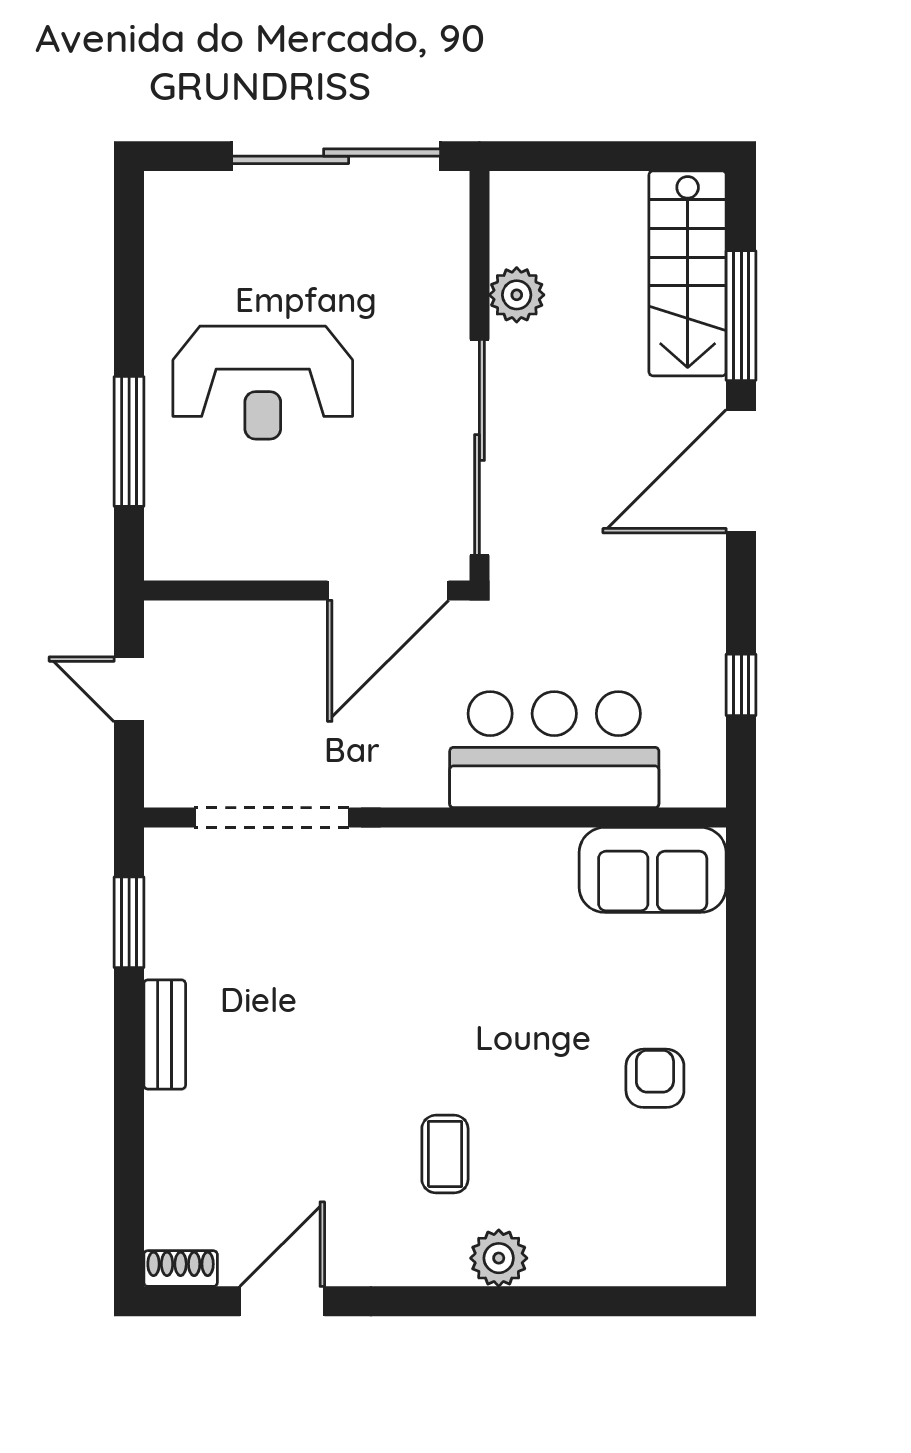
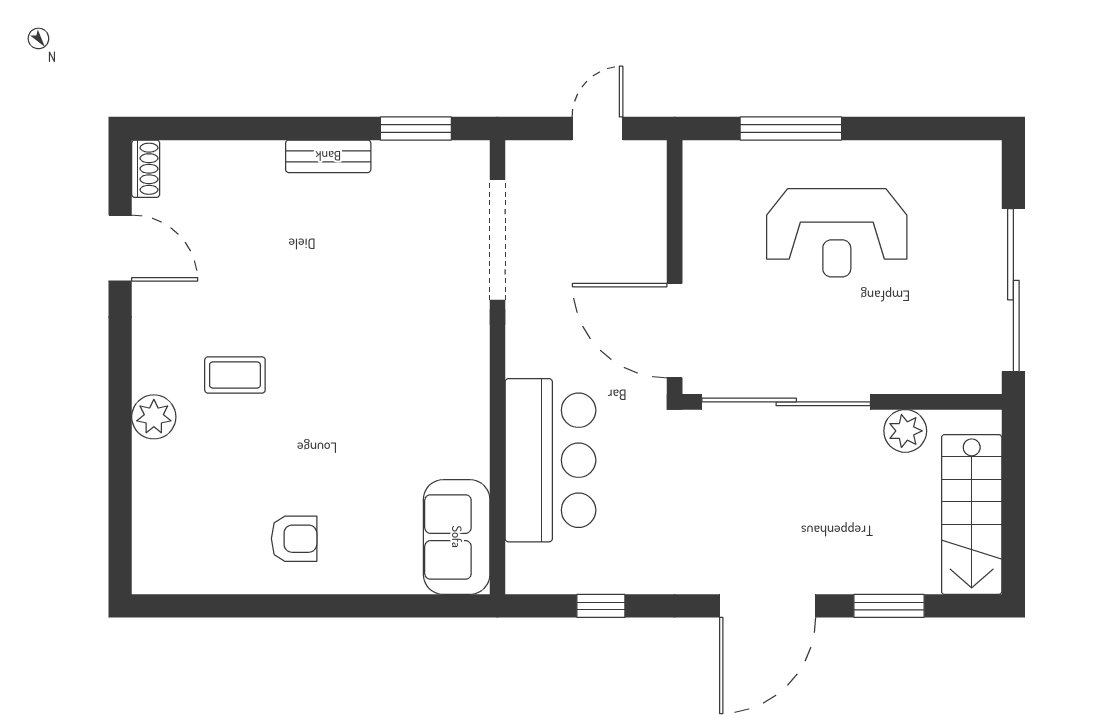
stairs: (688, 273) -> (972, 514), moved, turned -90
window: (741, 316) -> (889, 606), width x0.69
reception desk: (263, 383) -> (837, 233), turned -90
door: (741, 471) -> (768, 606), swing flipped

